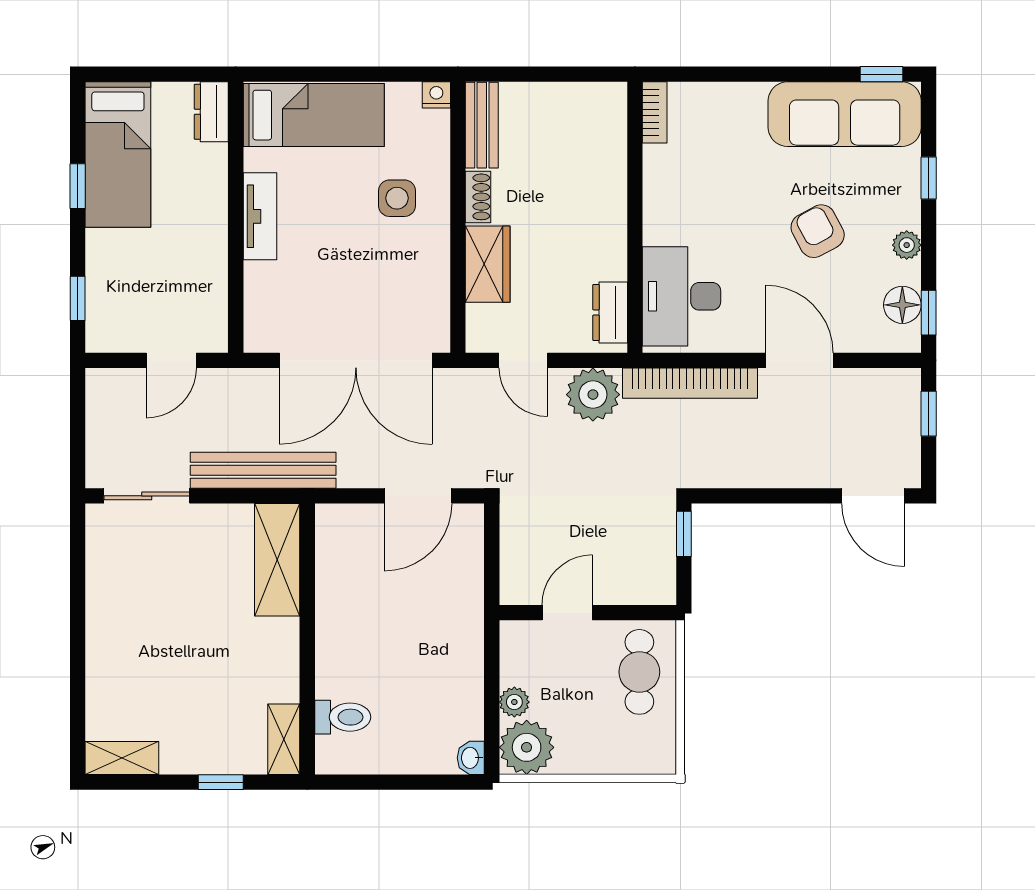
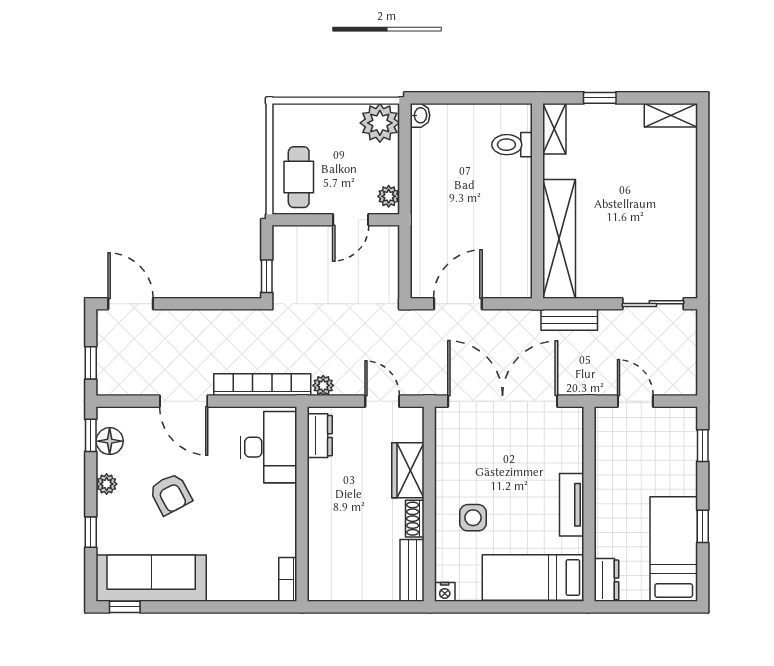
door: (171, 360) -> (635, 401), hinge flipped
plant: (593, 395) -> (323, 385), width x0.53, depth x0.53
bench: (263, 470) -> (569, 320), width x0.54, depth x0.82
shelving: (277, 560) -> (559, 239), width x1.47
plant: (514, 702) -> (389, 196), moved

